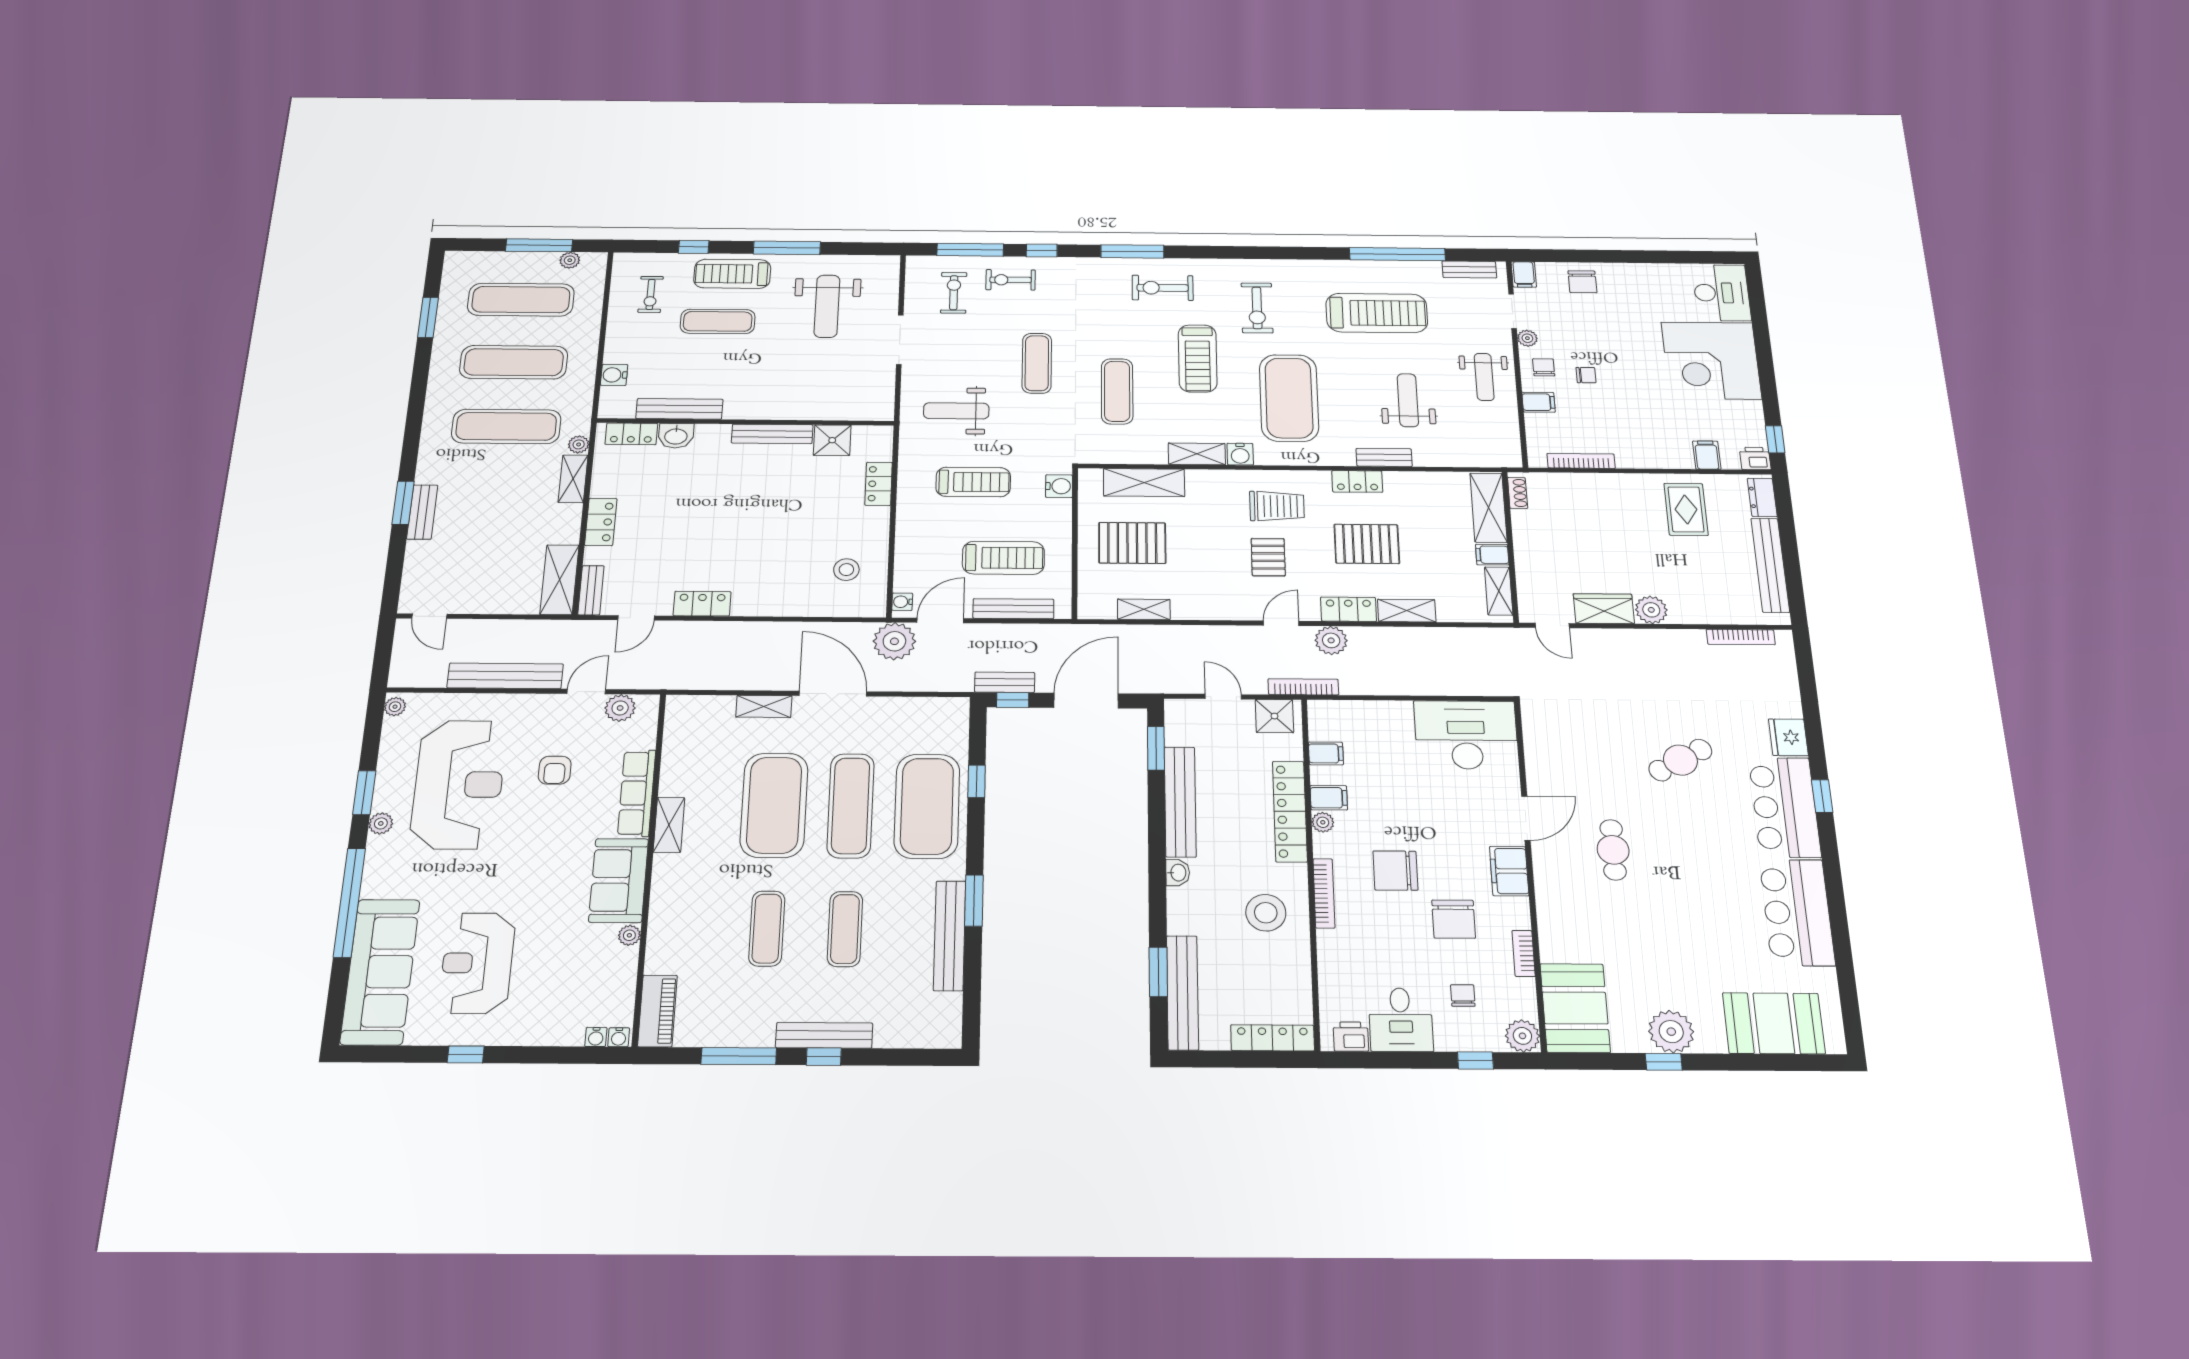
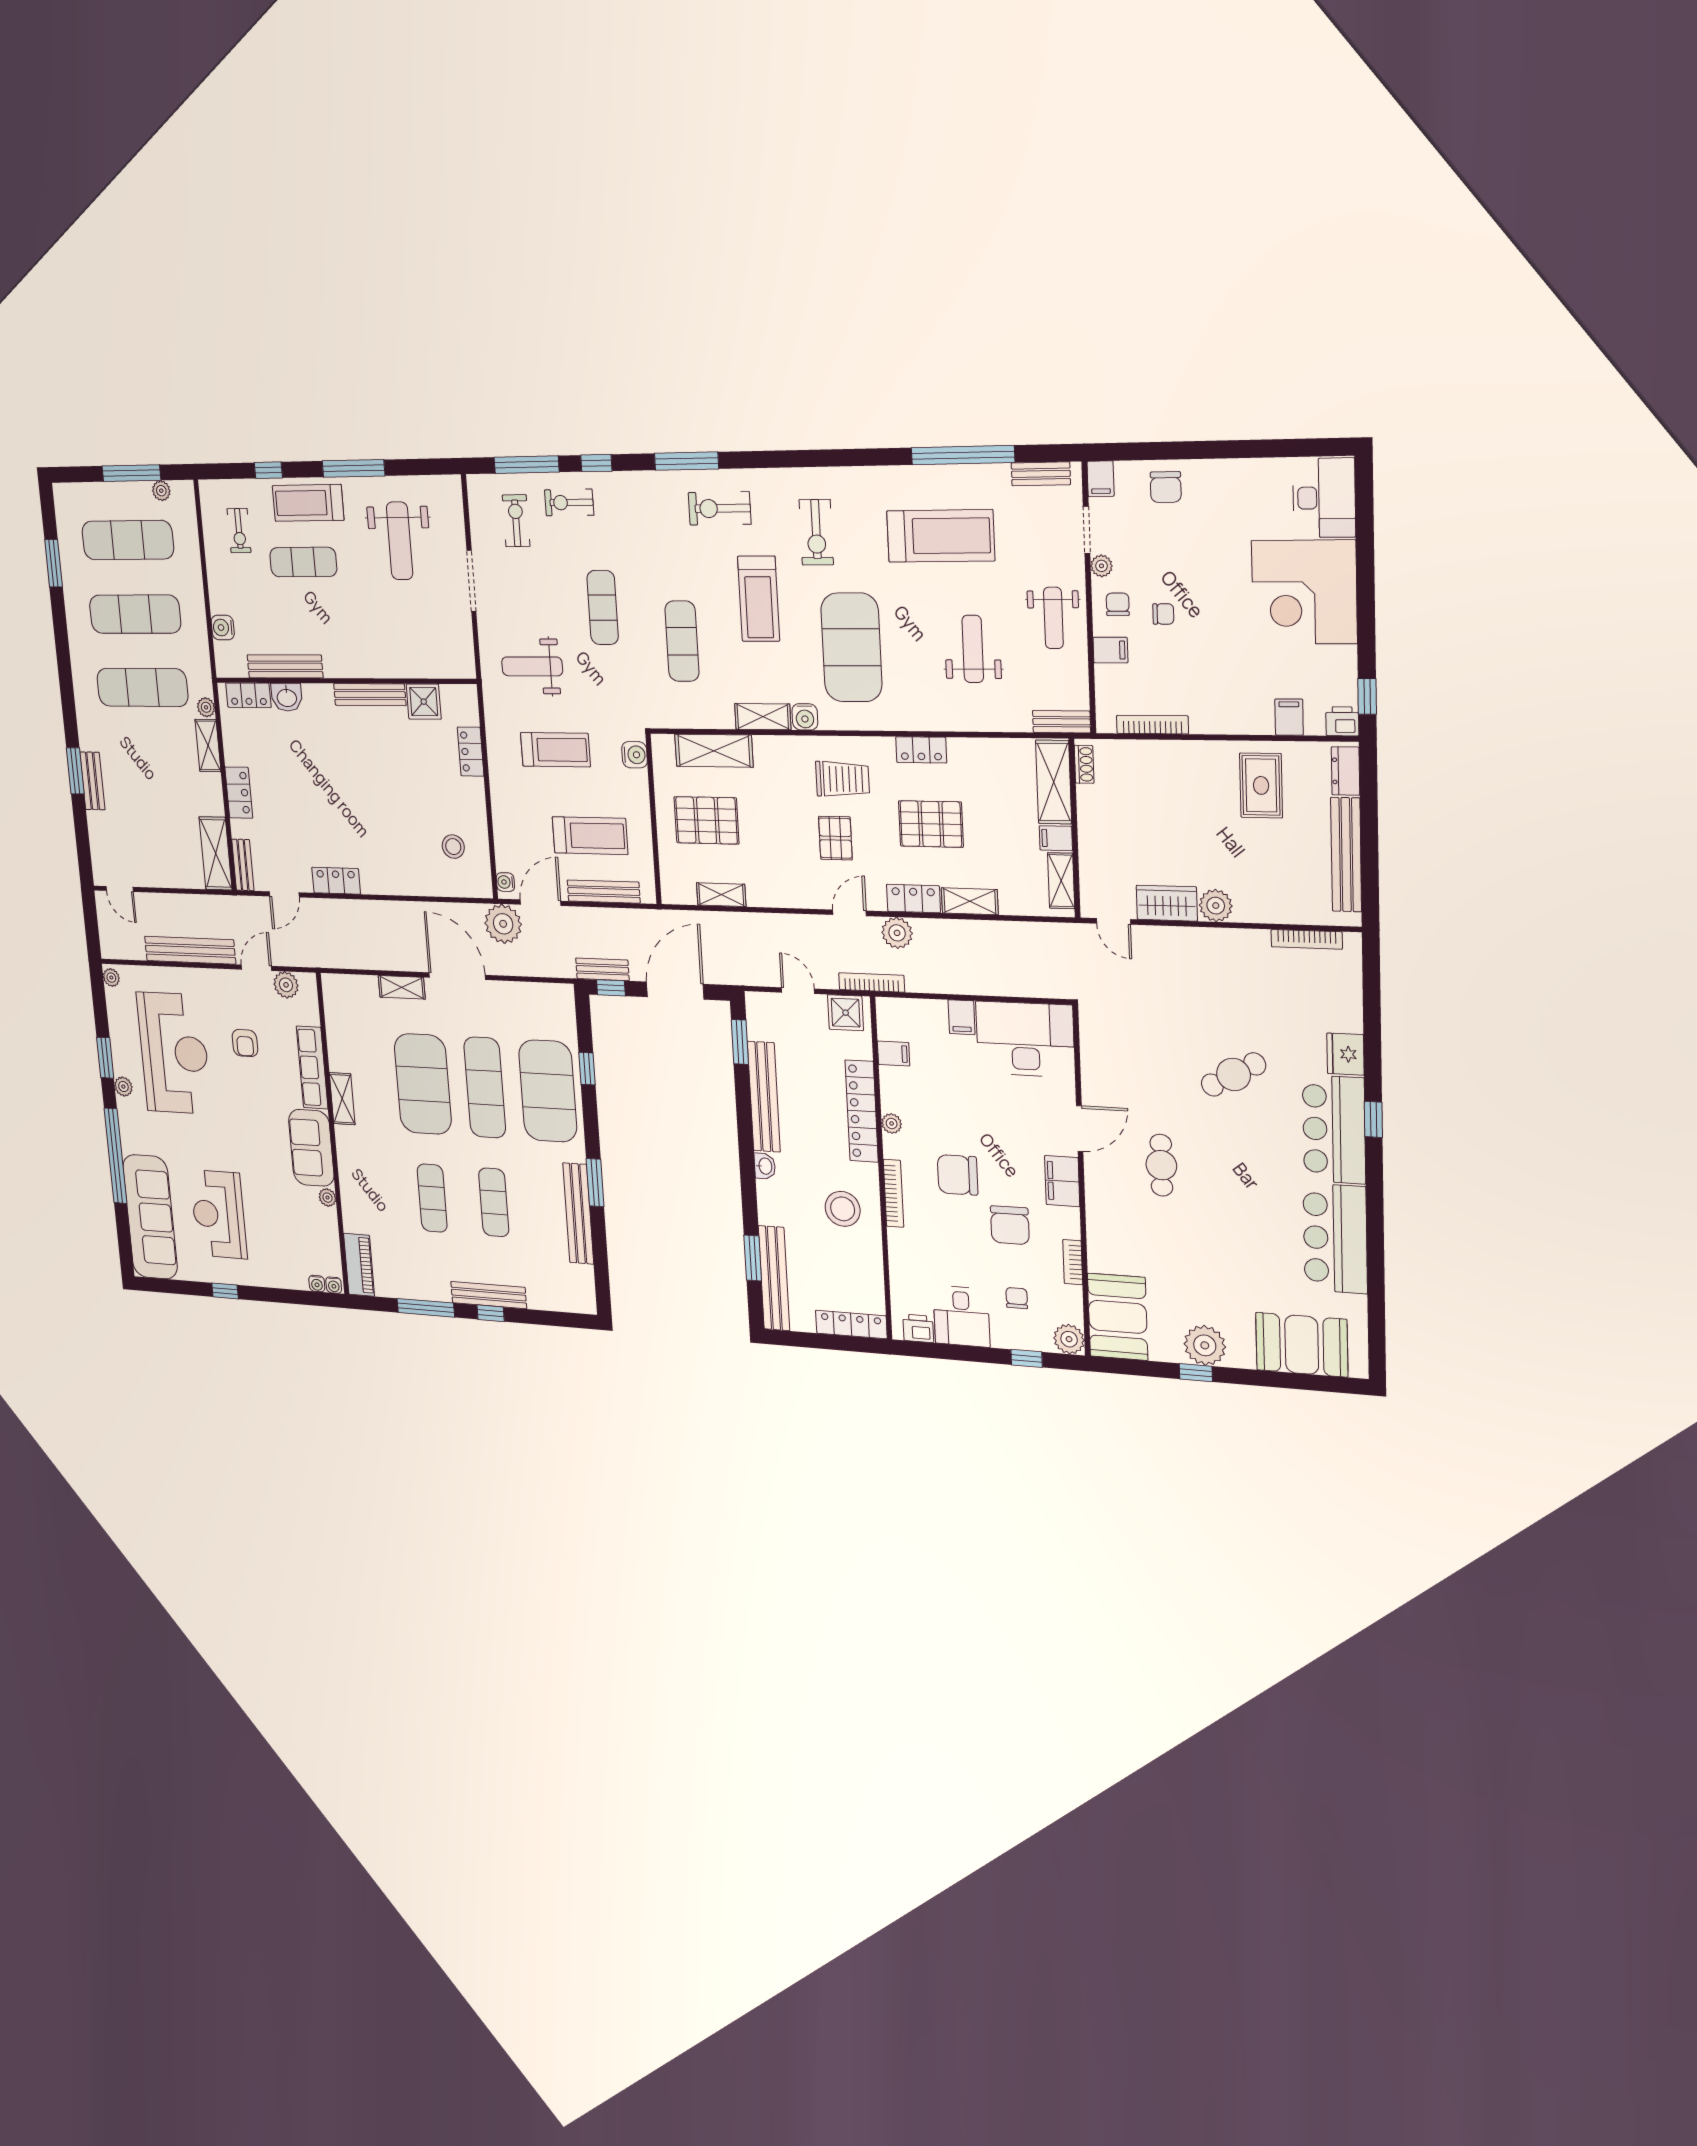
bench: (1384, 457) -> (1062, 722), moved
filing cabinet: (1329, 798) -> (962, 1017), moved, turned 90

